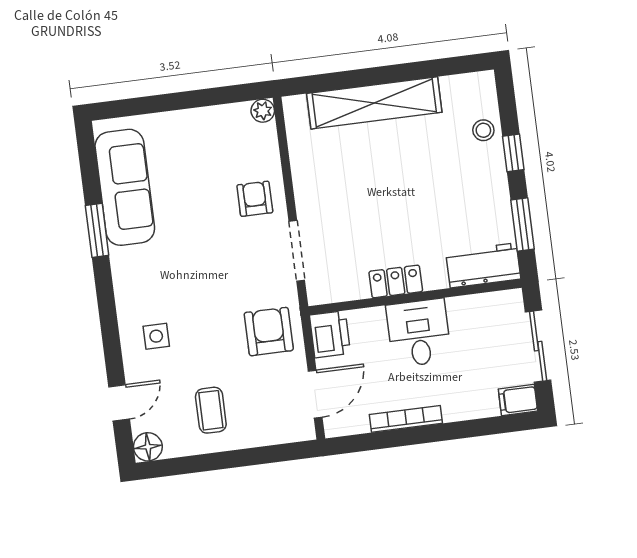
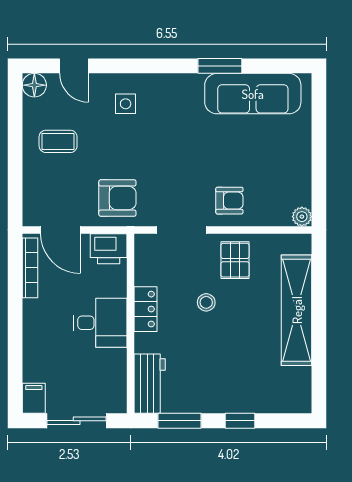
stool: (483, 130) -> (206, 302), moved
pallet: (324, 183) -> (235, 260), added
bookcase: (406, 419) -> (30, 268), moved

